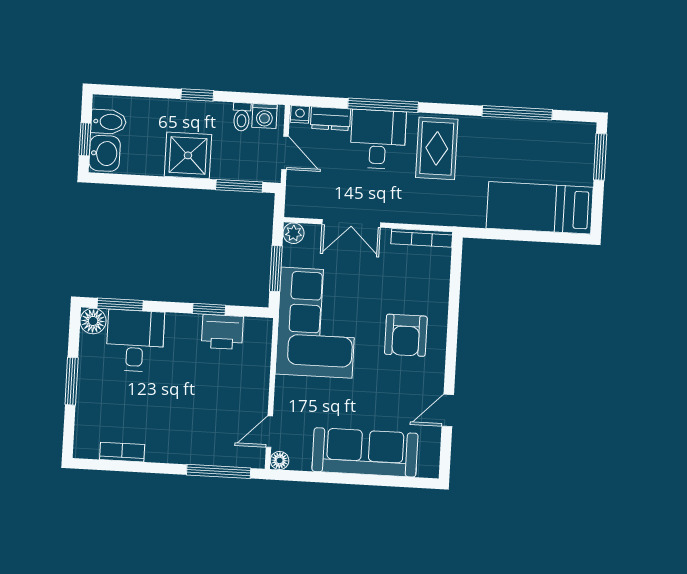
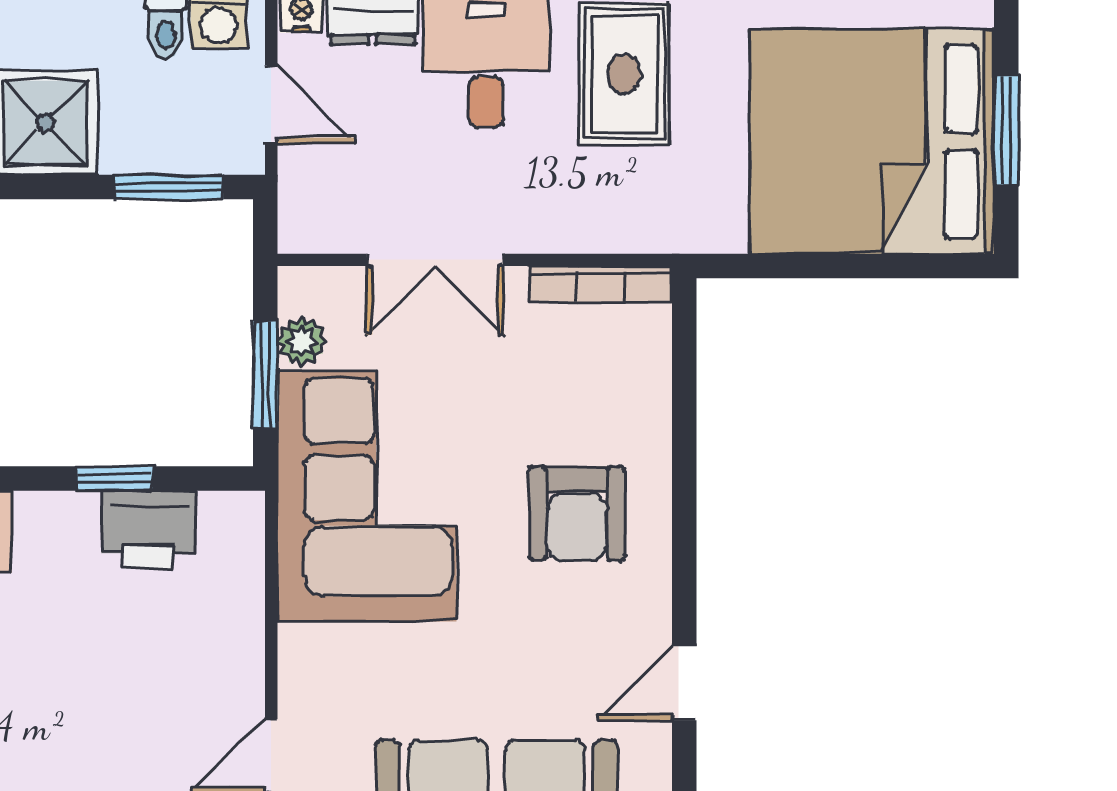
window: (600, 157) -> (1006, 130), moved
bed: (540, 208) -> (872, 142), width x2.04
plant: (294, 233) -> (302, 341), moved

